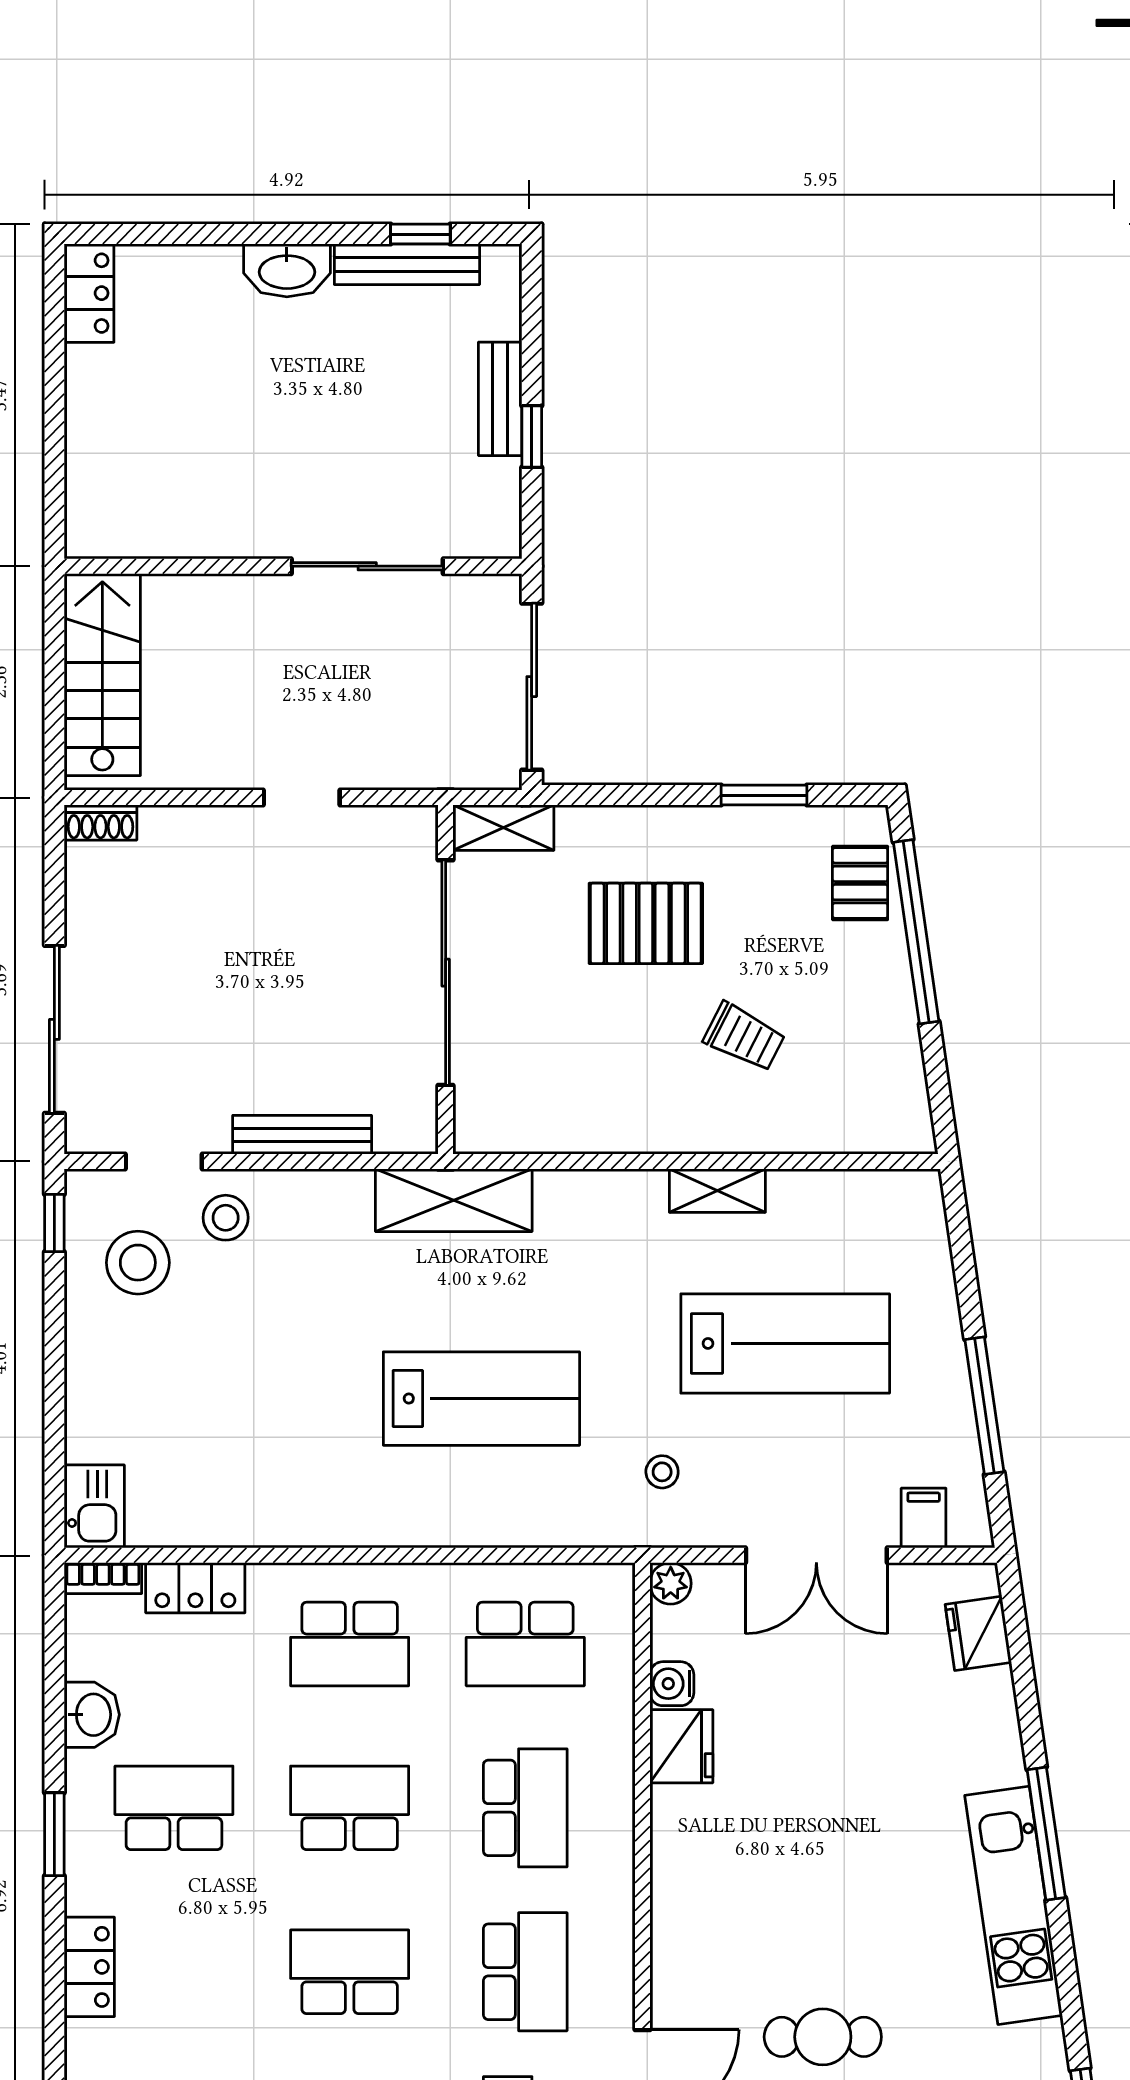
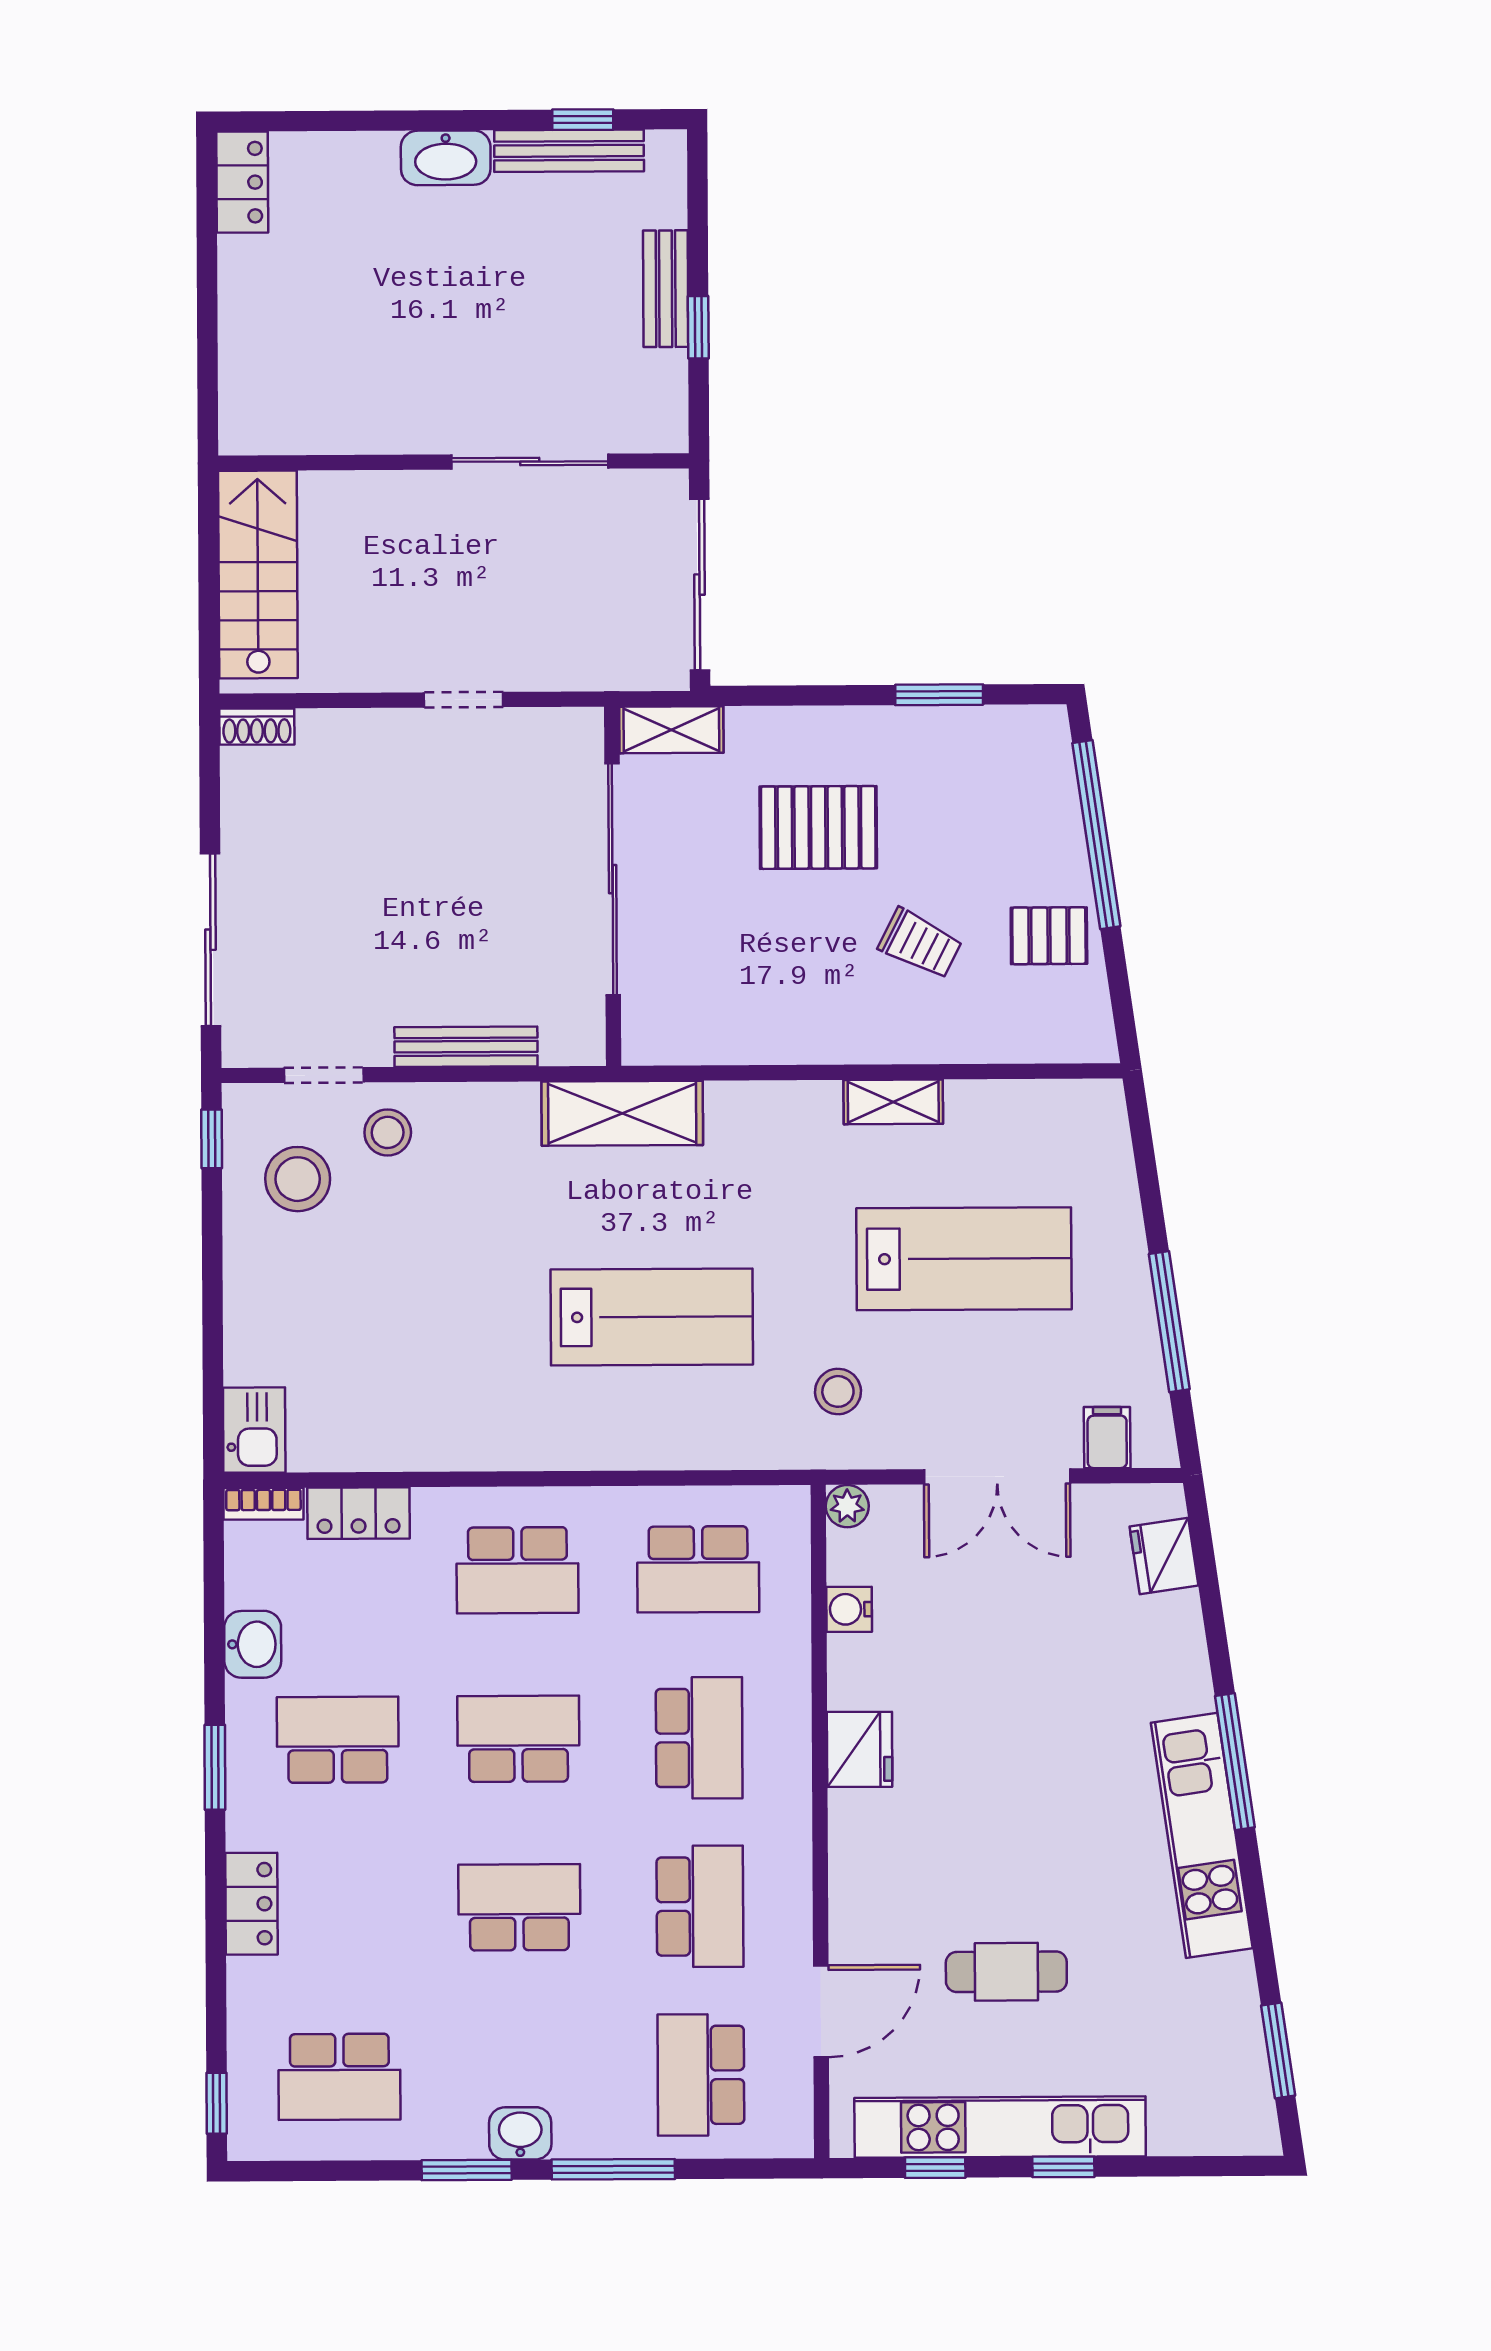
pallet: (860, 883) -> (1049, 936), moved, turned 90
stool: (662, 1472) -> (838, 1391), width x1.37, depth x1.37
fridge: (681, 1746) -> (860, 1749), moved

